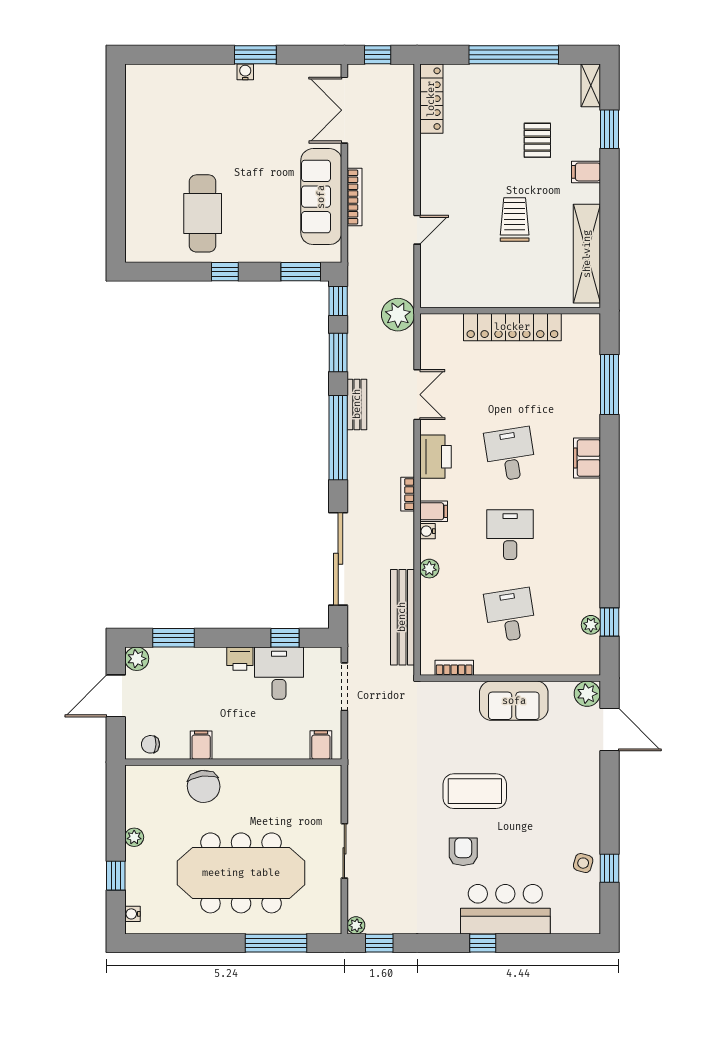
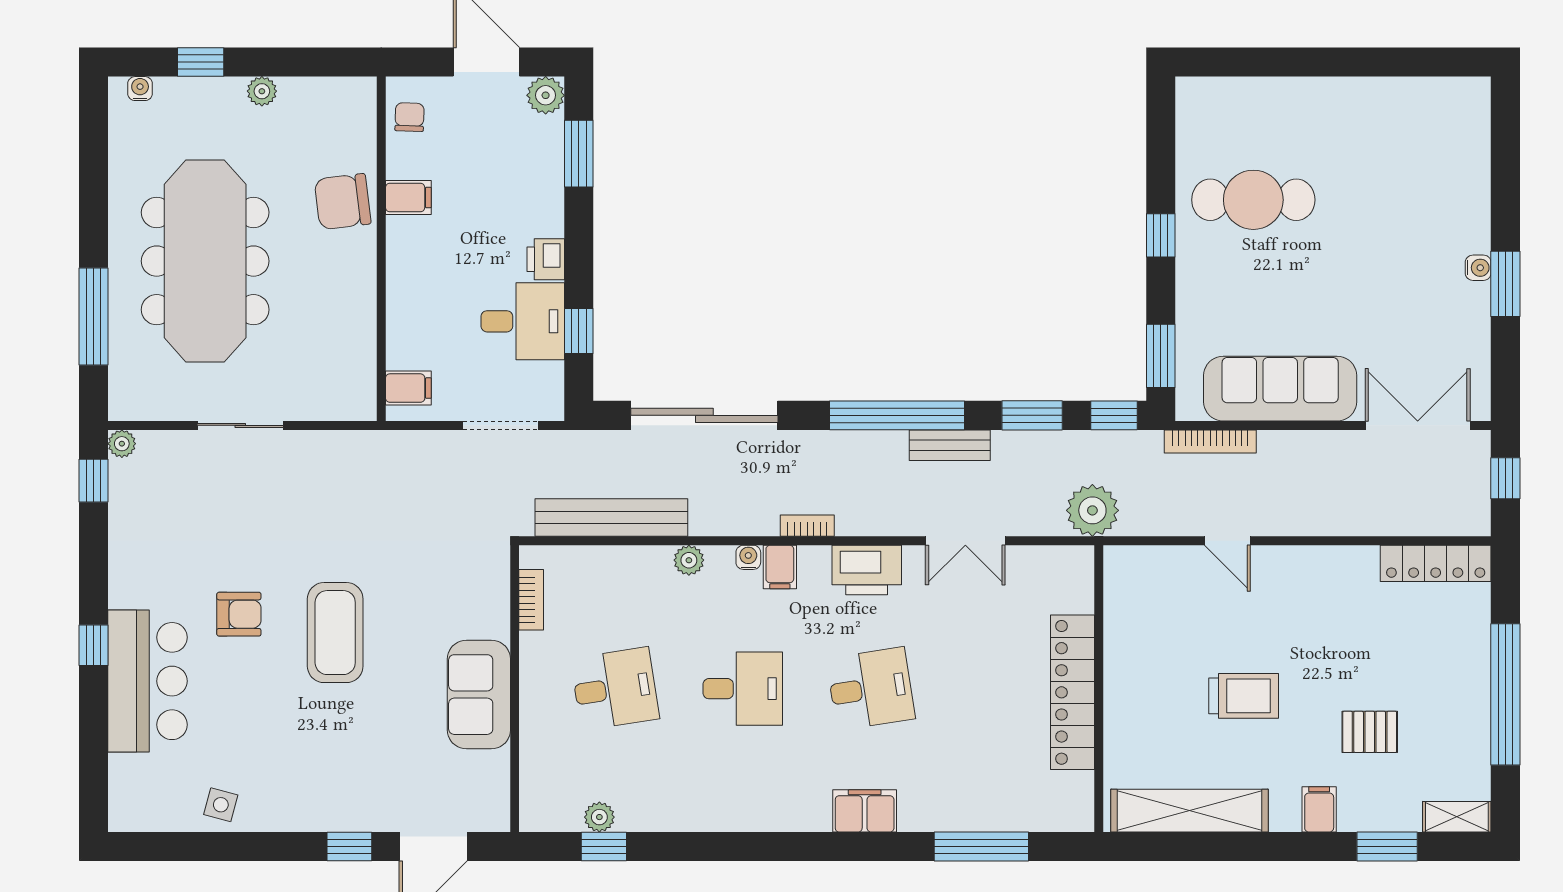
bookcase: (355, 197) -> (1210, 441), moved
plant: (587, 694) -> (490, 811), removed
window: (609, 868) -> (349, 847), moved

